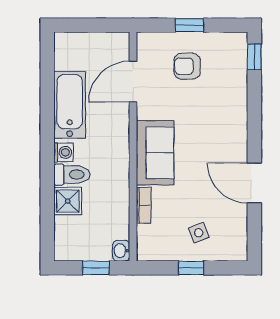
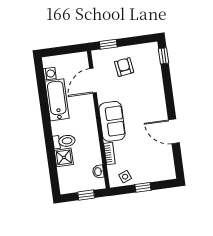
window: (189, 25) -> (108, 44), moved
armchair: (187, 66) -> (124, 67), turned 82
washing machine: (63, 152) -> (50, 74), moved
side table: (199, 233) -> (125, 177), moved
washbasin: (121, 251) -> (98, 172), moved

